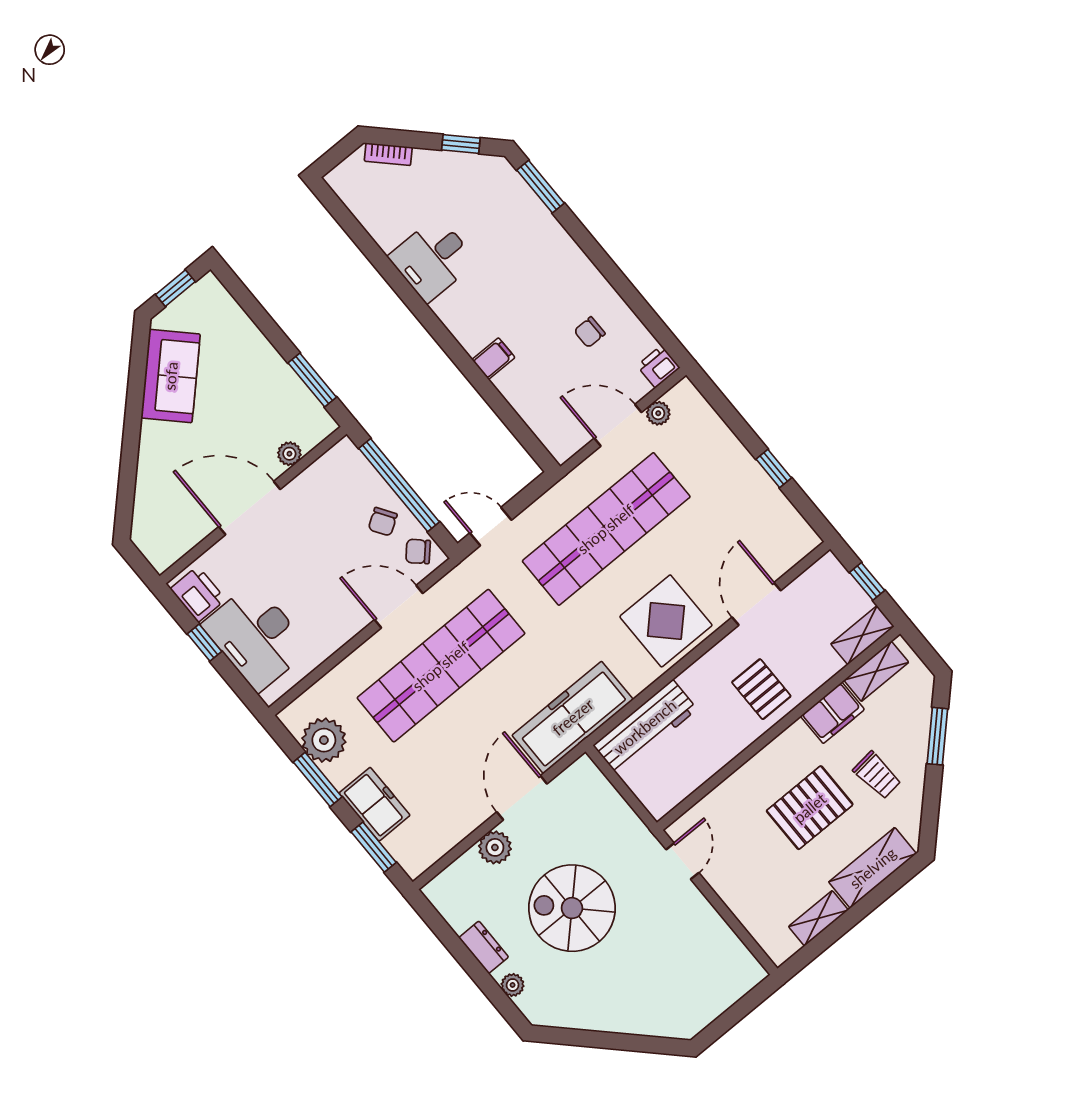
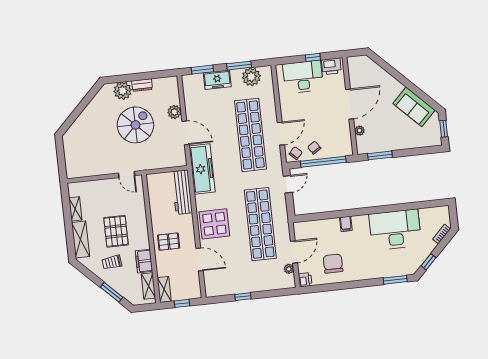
desk: (432, 259) -> (395, 230), width x1.87, depth x1.30
chair: (590, 332) -> (333, 264), width x1.87, depth x1.87
plant: (513, 985) -> (123, 91), width x1.87, depth x1.87

